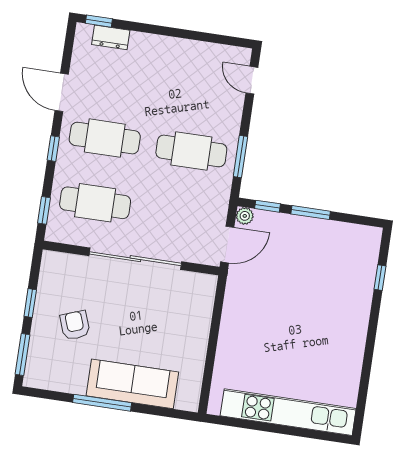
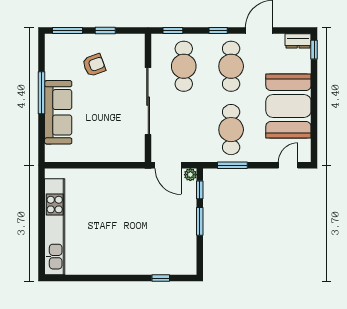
dresser: (111, 37) -> (298, 41), moved, turned -90
booth: (171, 68) -> (288, 106), added

